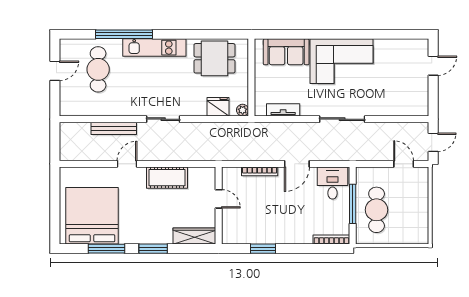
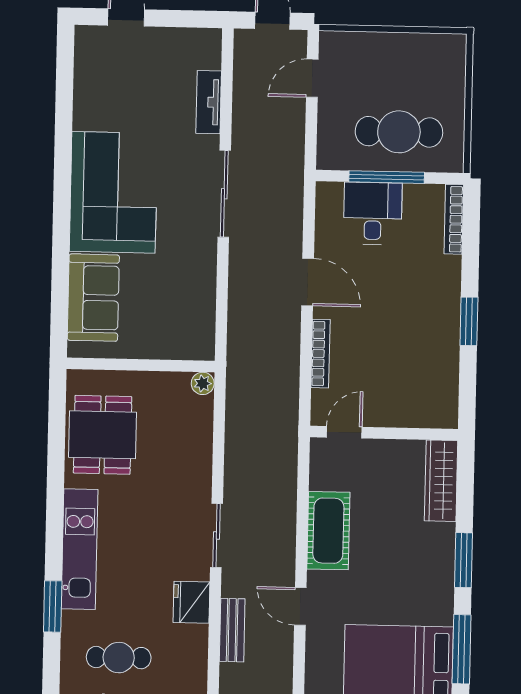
window: (124, 34) -> (53, 606), width x0.47
cafe table: (98, 69) -> (119, 658), width x0.73, depth x0.74
fridge: (218, 107) -> (191, 602), moved
tv unit: (283, 110) -> (209, 102), moved
bench: (114, 128) -> (232, 630), width x0.73
desk: (333, 183) -> (373, 213), moved, turned 90
door: (219, 199) -> (344, 432), moved
window: (263, 249) -> (469, 321), moved

